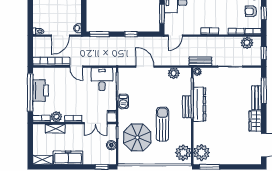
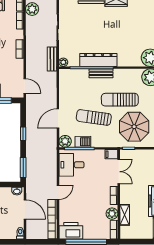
plant: (174, 73) -> (65, 141), moved
printer: (41, 91) -> (71, 231), moved
sun lounger: (146, 100) -> (94, 117), added
barbecue: (123, 101) -> (83, 142), moved
boiler: (111, 145) -> (142, 155), removed

